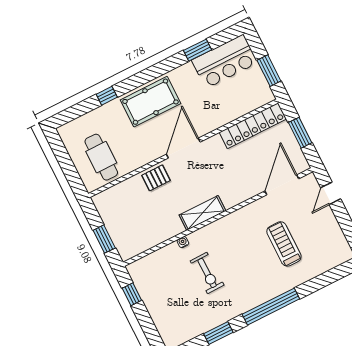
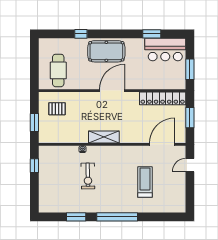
pallet: (156, 178) -> (57, 109), moved

